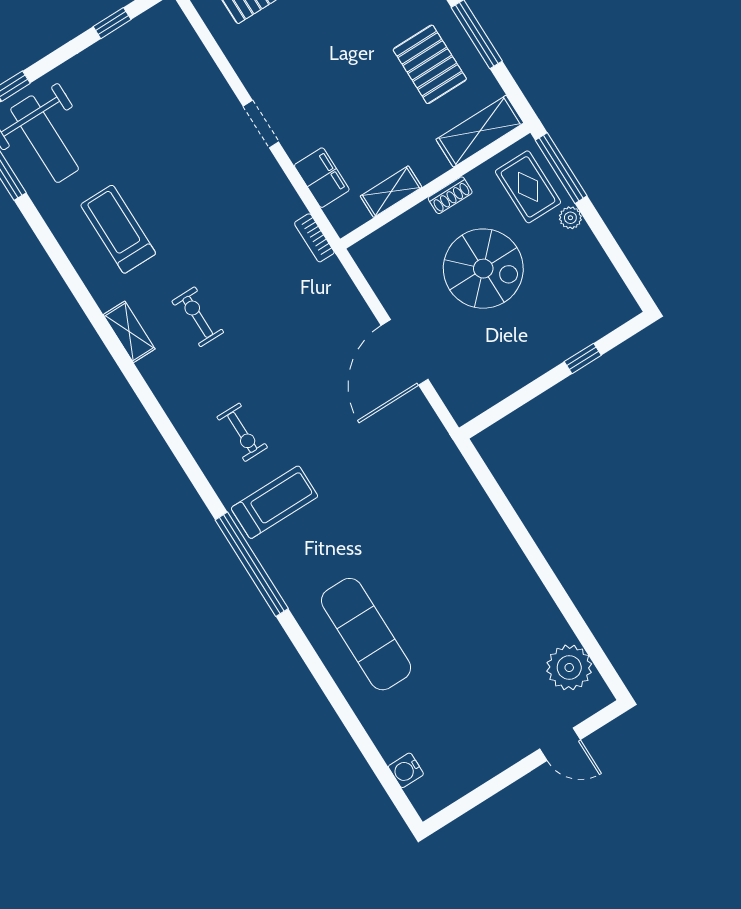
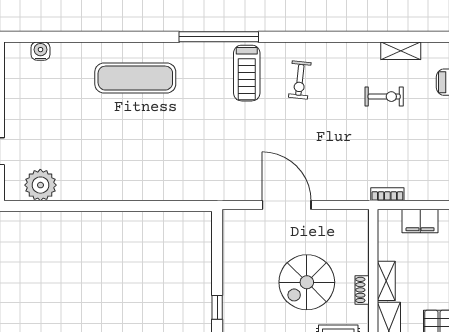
shelving: (391, 192) -> (386, 281), moved
exercise bike: (242, 432) -> (300, 80), turned -84

